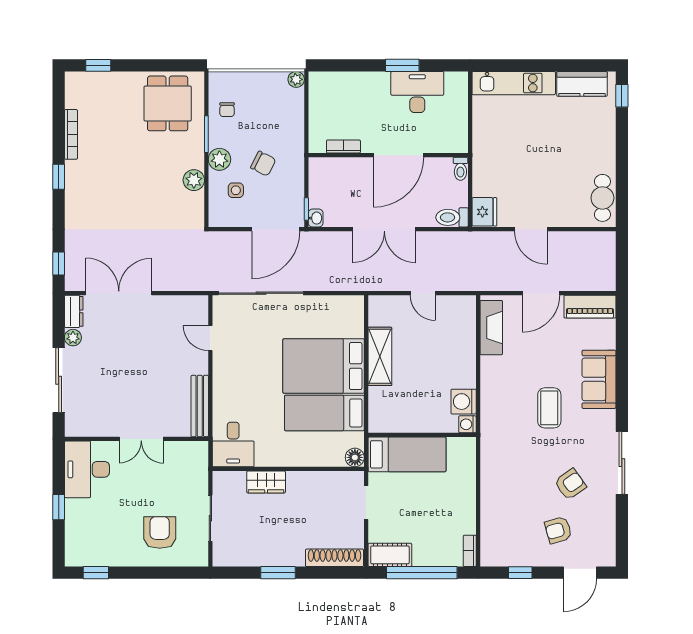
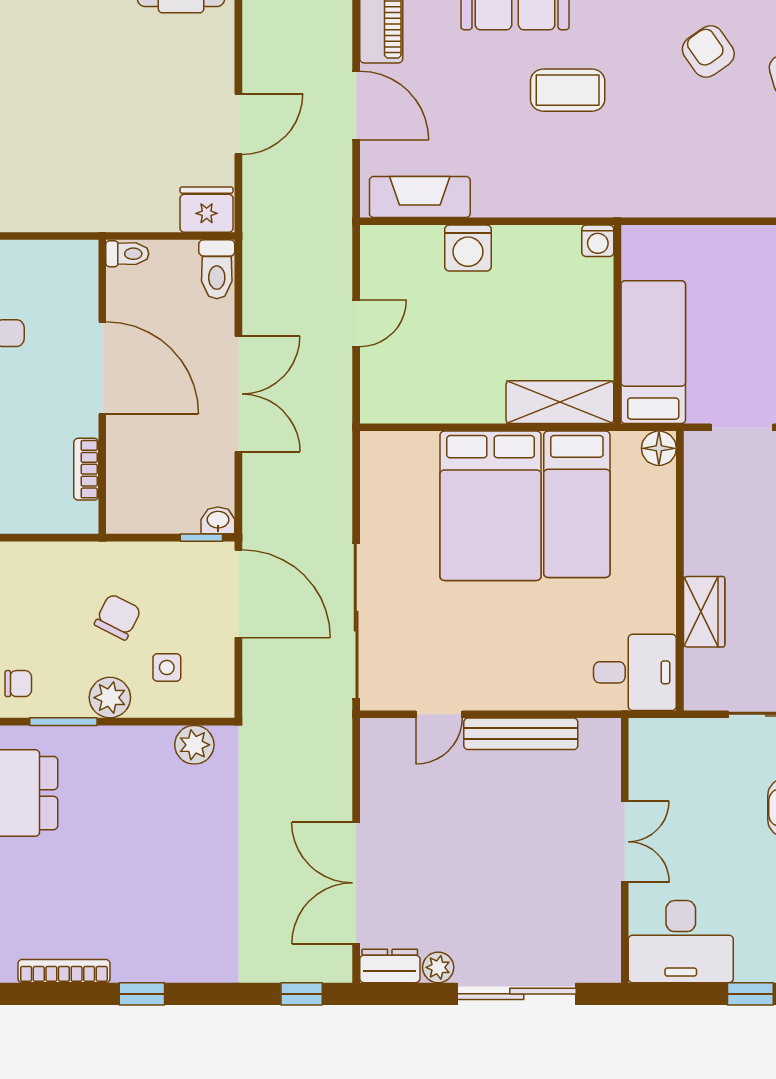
plant: (194, 180) -> (194, 745), moved
shelving: (380, 356) -> (560, 402), moved
washing machine: (464, 402) -> (468, 248), moved
bench: (200, 406) -> (521, 734), moved

